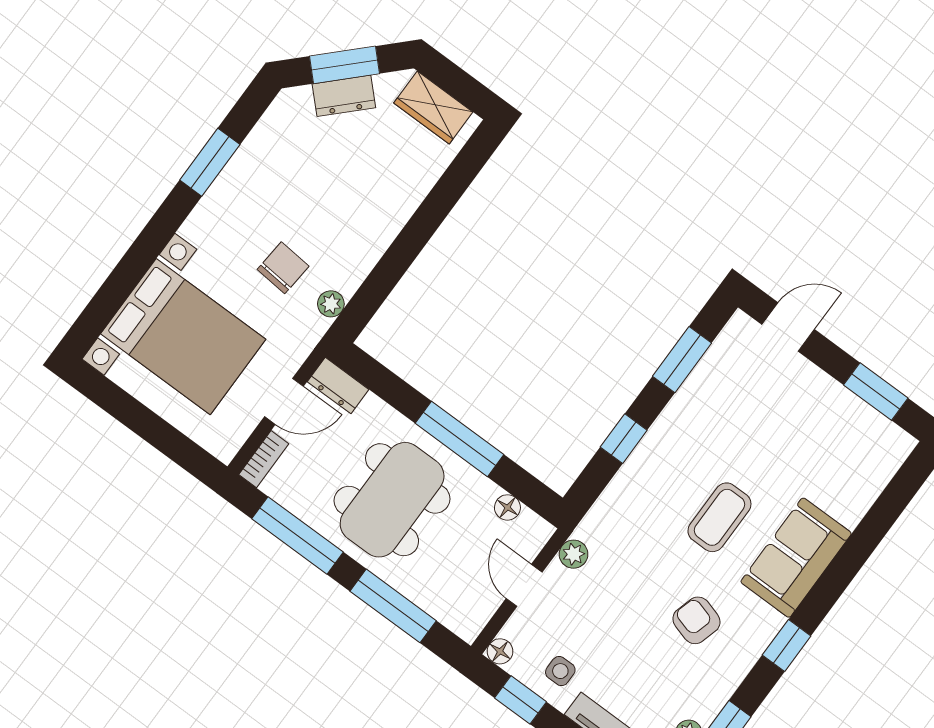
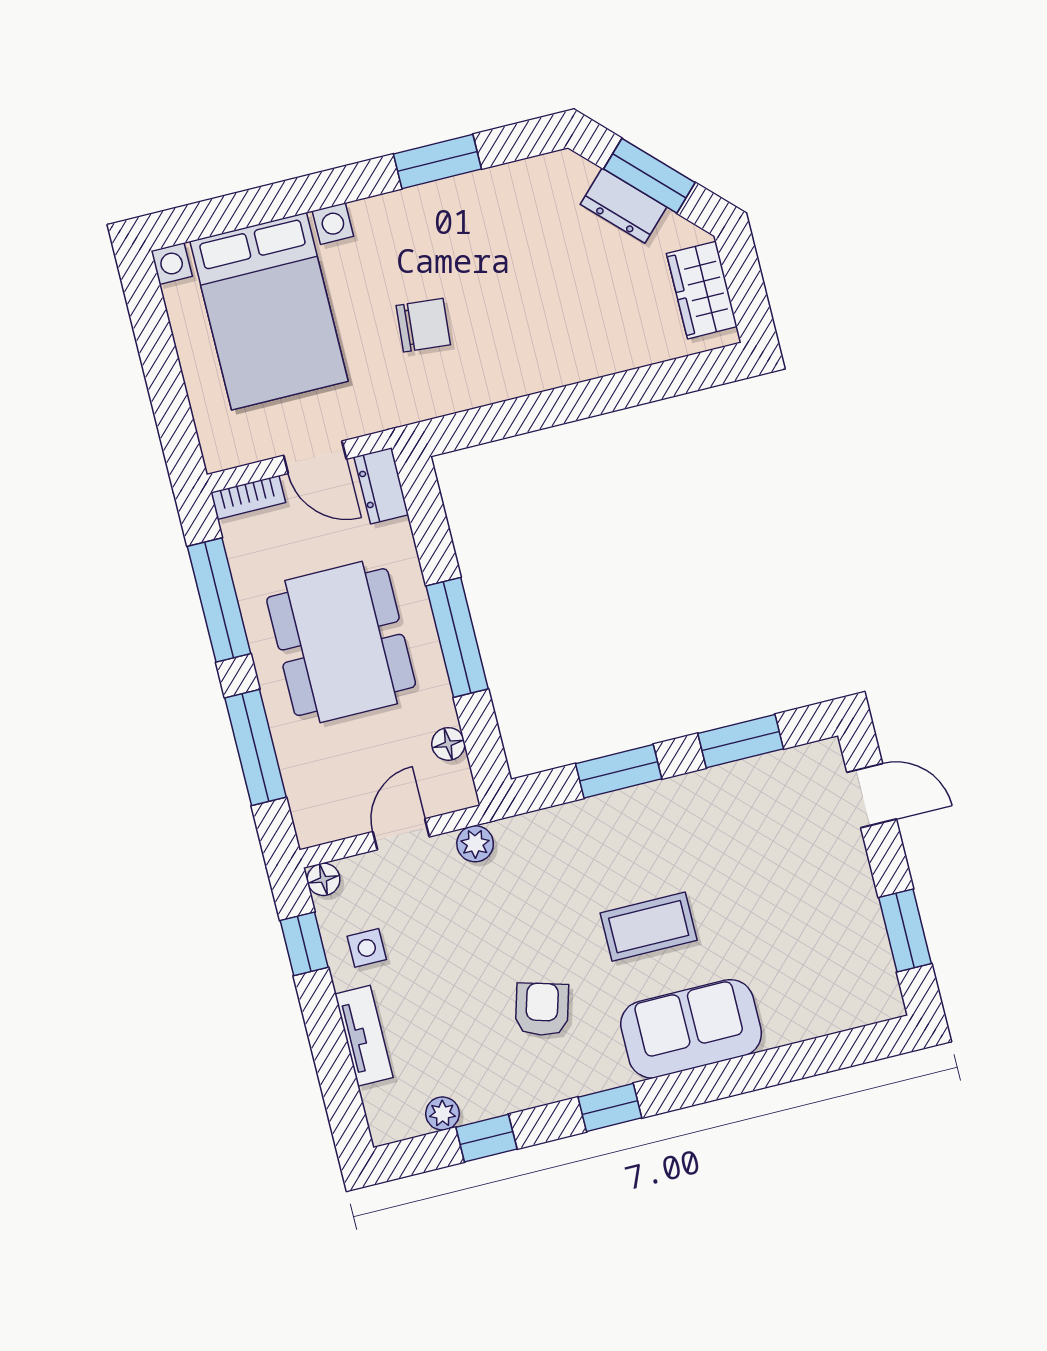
plant: (331, 304) -> (441, 400), removed
window: (624, 439) -> (619, 771), width x1.50
dining table: (392, 500) -> (341, 642), turned 90

